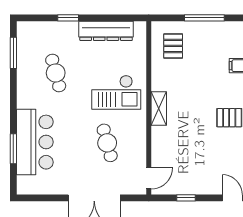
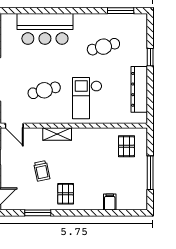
pallet: (173, 46) -> (126, 146), turned 90
shelving: (159, 108) -> (57, 134), moved
trolley: (202, 146) -> (42, 171), added
window: (13, 149) -> (39, 11), removed

